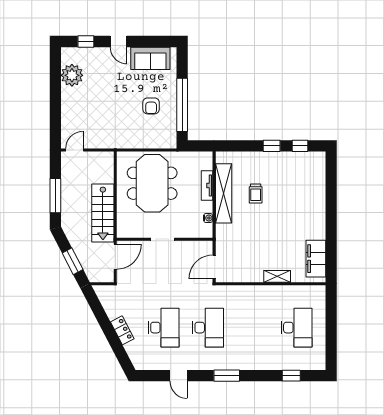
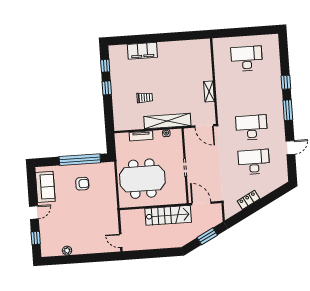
plant: (72, 75) -> (67, 251), width x0.53, depth x0.53
shelving: (224, 193) -> (167, 121), moved
window: (55, 196) -> (157, 253), removed
filing cabinet: (316, 259) -> (142, 51), moved
shelving: (277, 276) -> (209, 91), moved
locker: (122, 330) -> (248, 200), moved
window: (291, 376) -> (286, 82), moved

